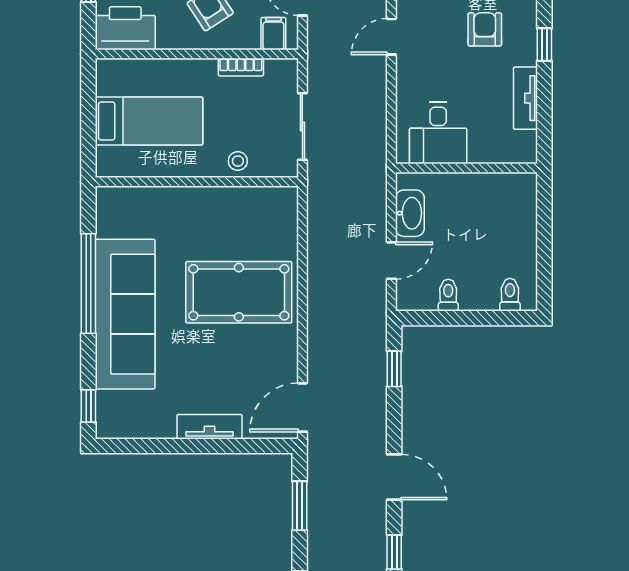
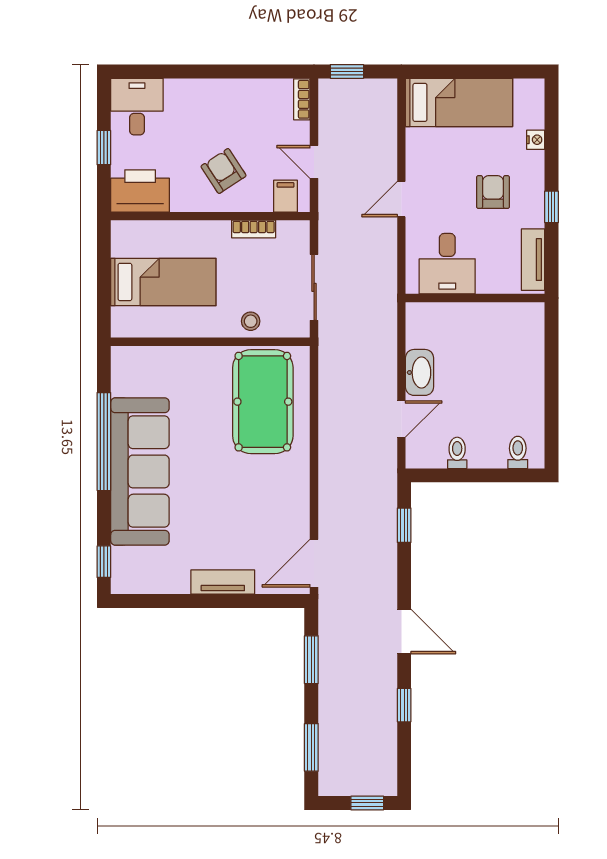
desk: (438, 133) -> (447, 264), moved
wall: (466, 168) -> (475, 298), moved
pool table: (239, 292) -> (263, 402), moved, turned 90

